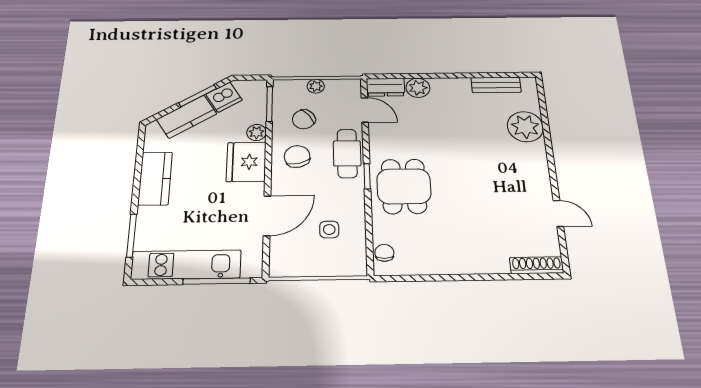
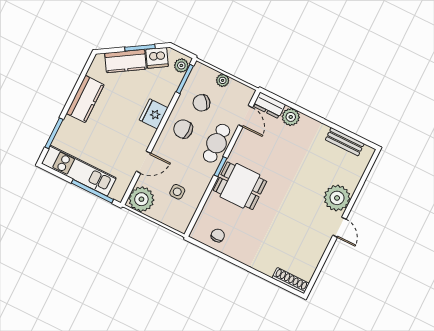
plant: (525, 127) -> (337, 198), moved
plant: (256, 132) -> (181, 65), moved
chair: (297, 156) -> (183, 129), turned -76
fridge: (246, 162) -> (154, 114), width x0.73, depth x0.75
dining table: (404, 186) -> (240, 186), turned 90
door: (558, 213) -> (339, 227), moved
door: (267, 216) -> (143, 162), width x0.73
chair: (384, 253) -> (218, 235), moved
plant: (287, 260) -> (141, 199), added

